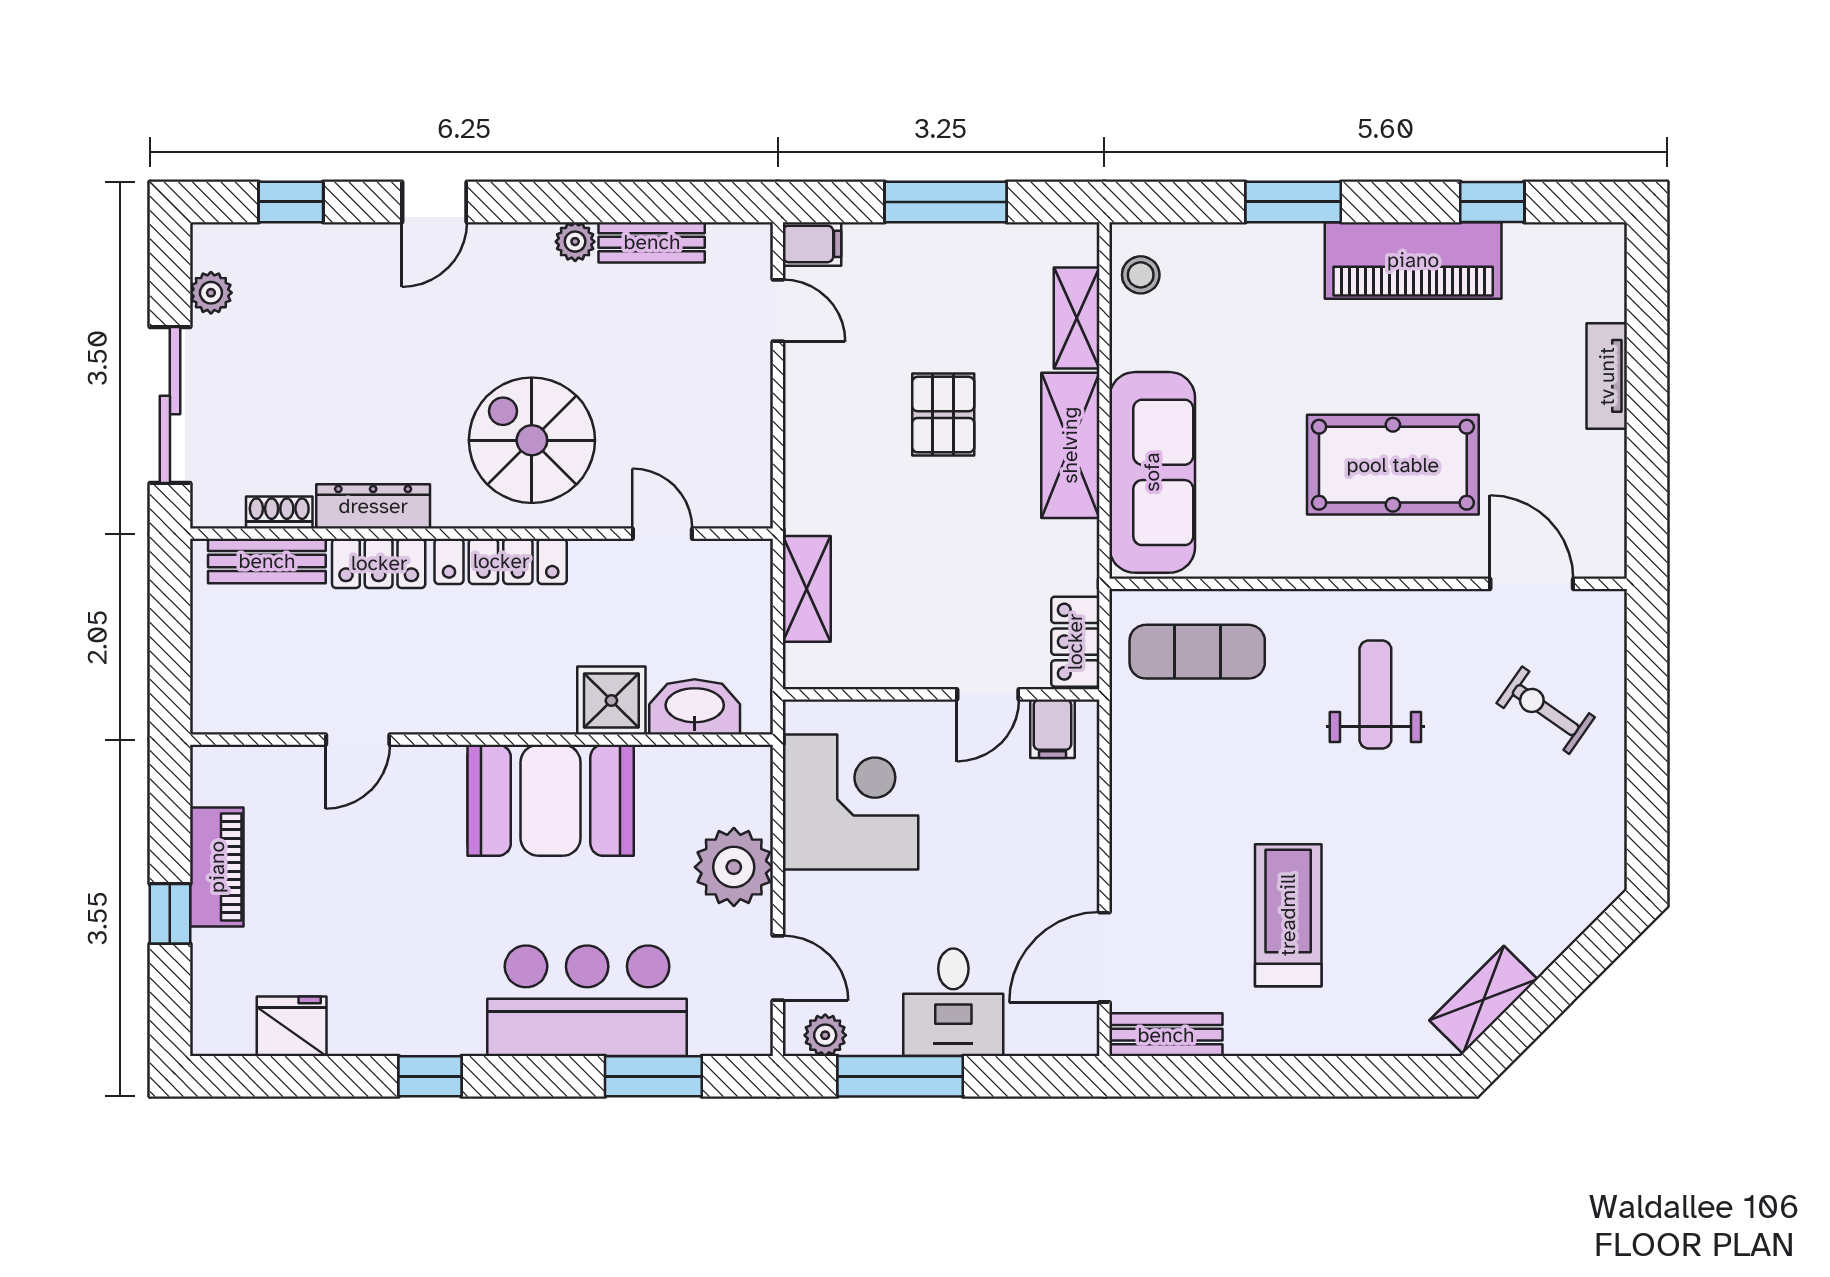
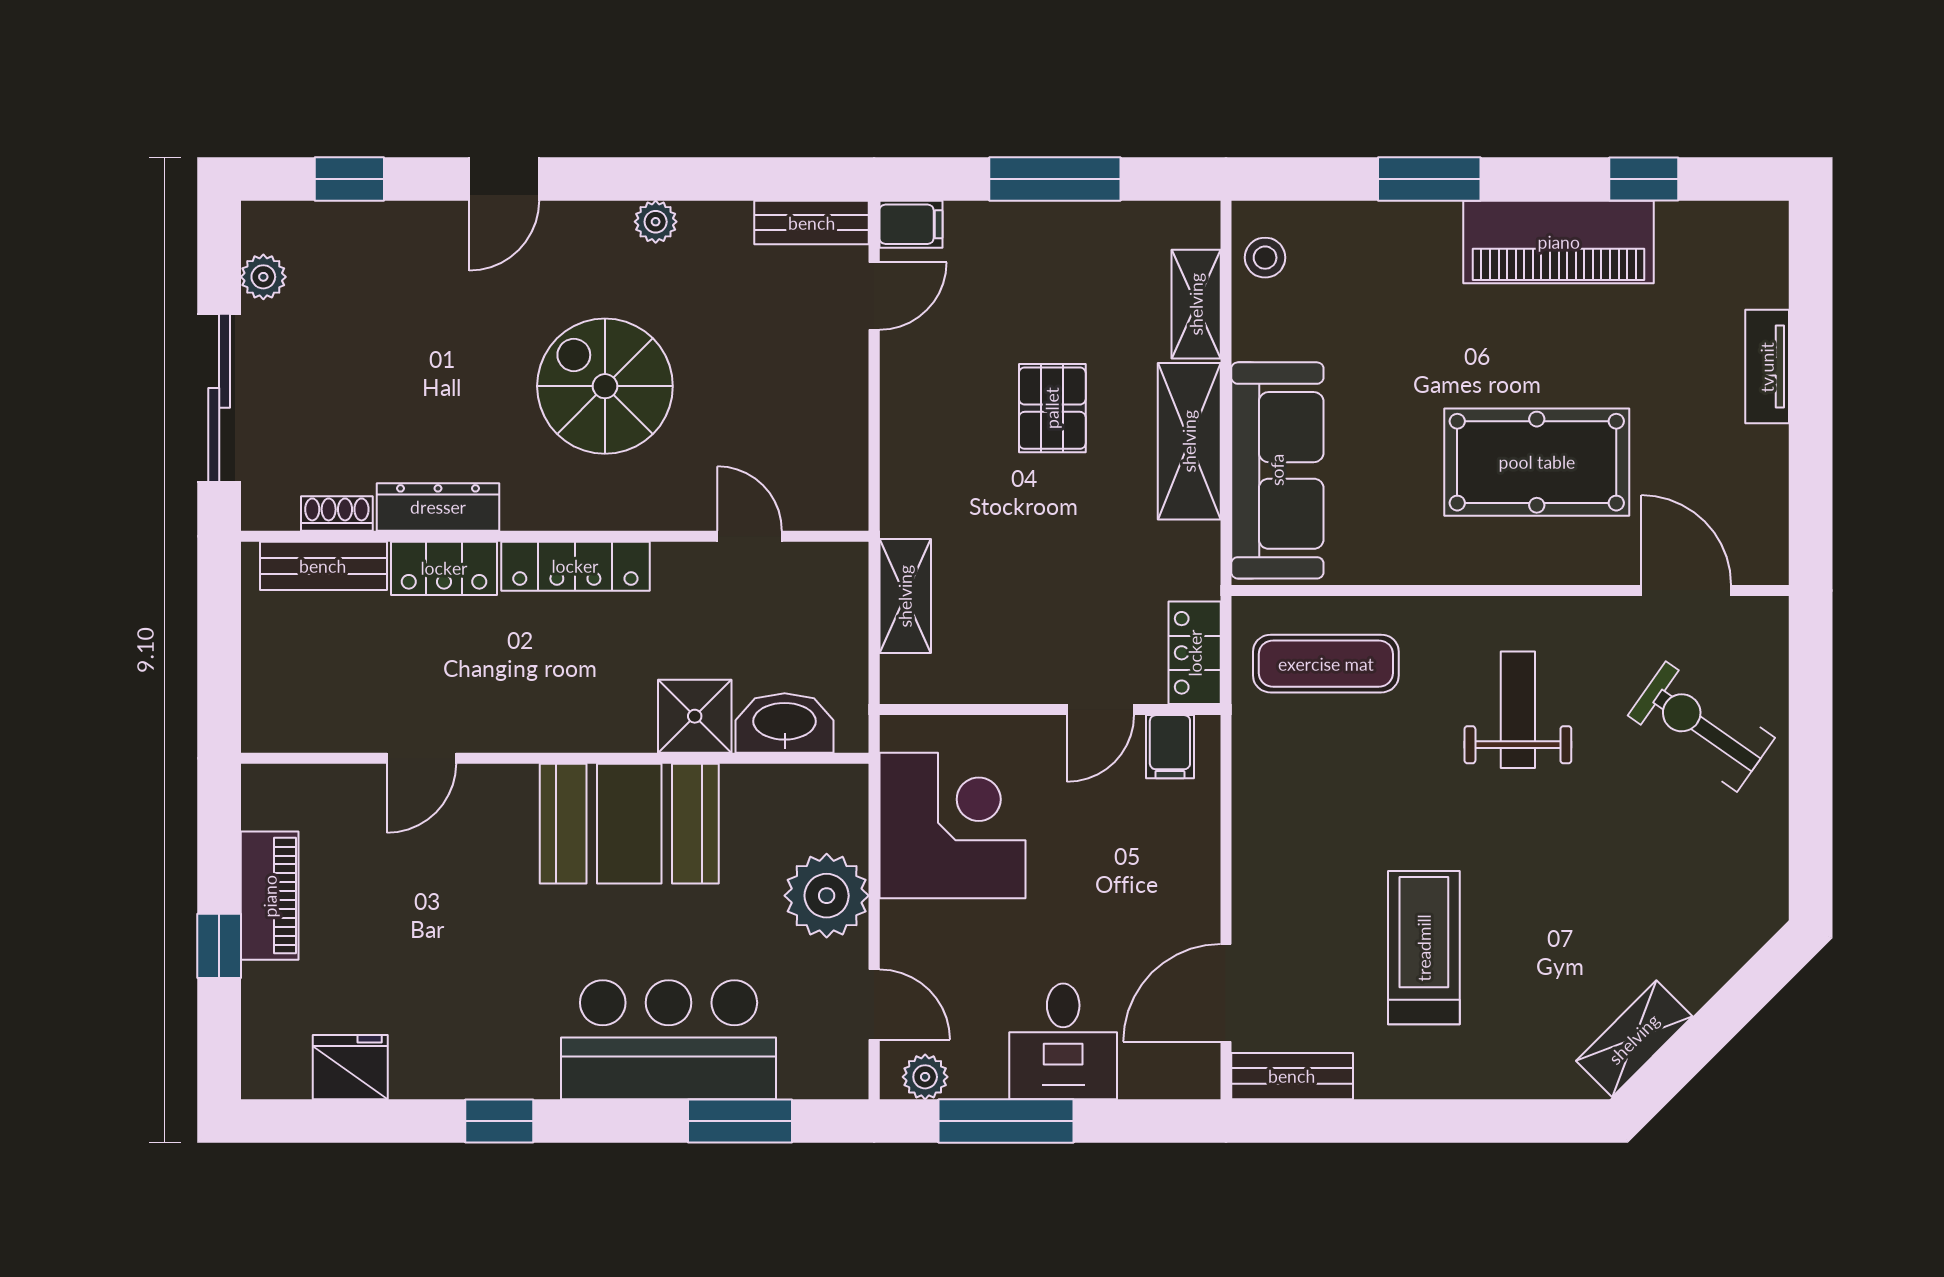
bench: (652, 242) -> (812, 223), moved
door: (778, 311) -> (874, 296), hinge flipped
spiral stairs: (532, 440) -> (605, 386), moved
exercise bike: (1546, 710) -> (1701, 727), width x1.38, depth x1.39

